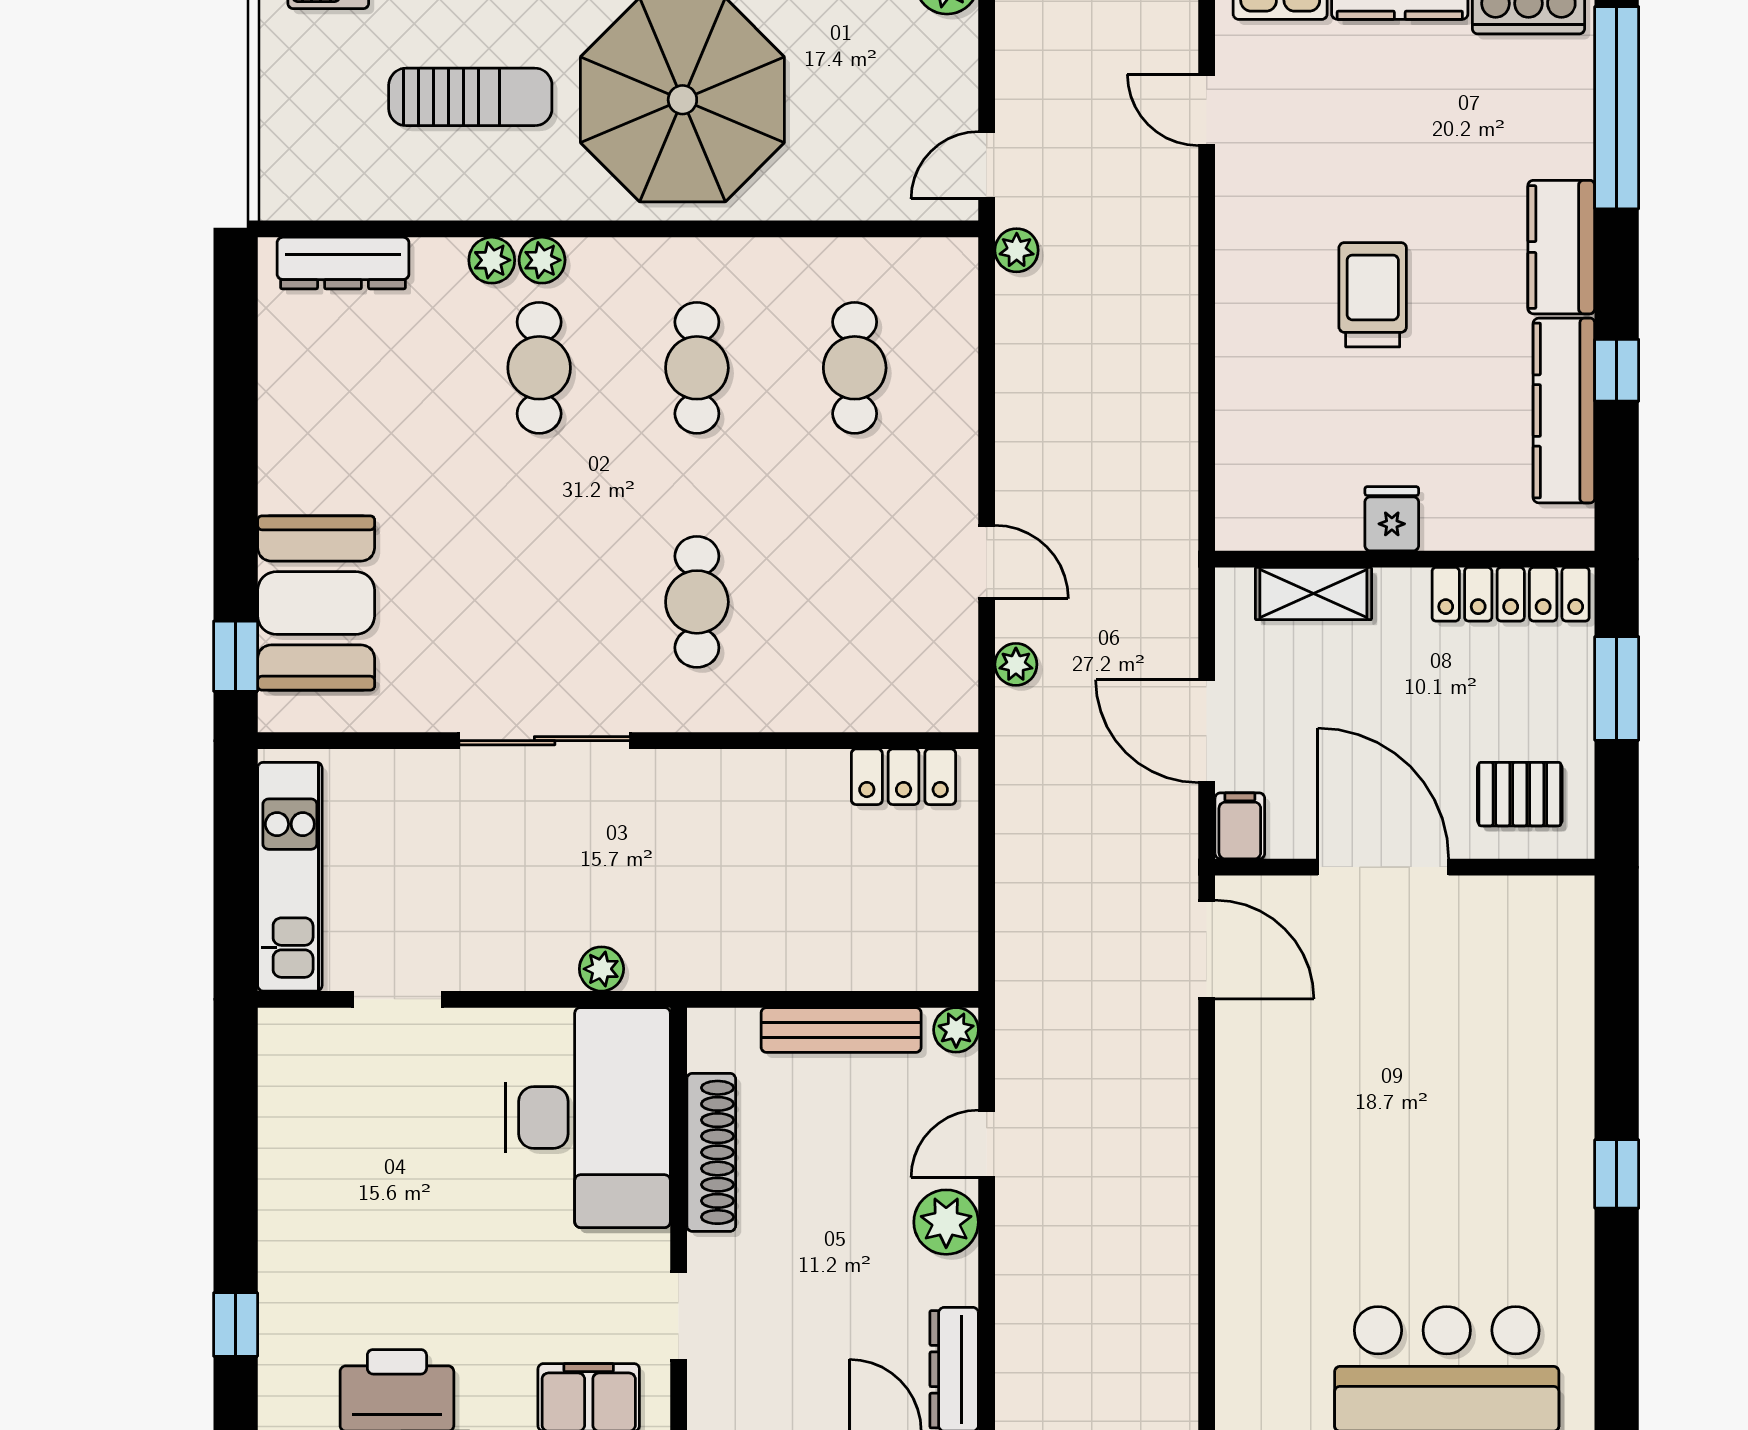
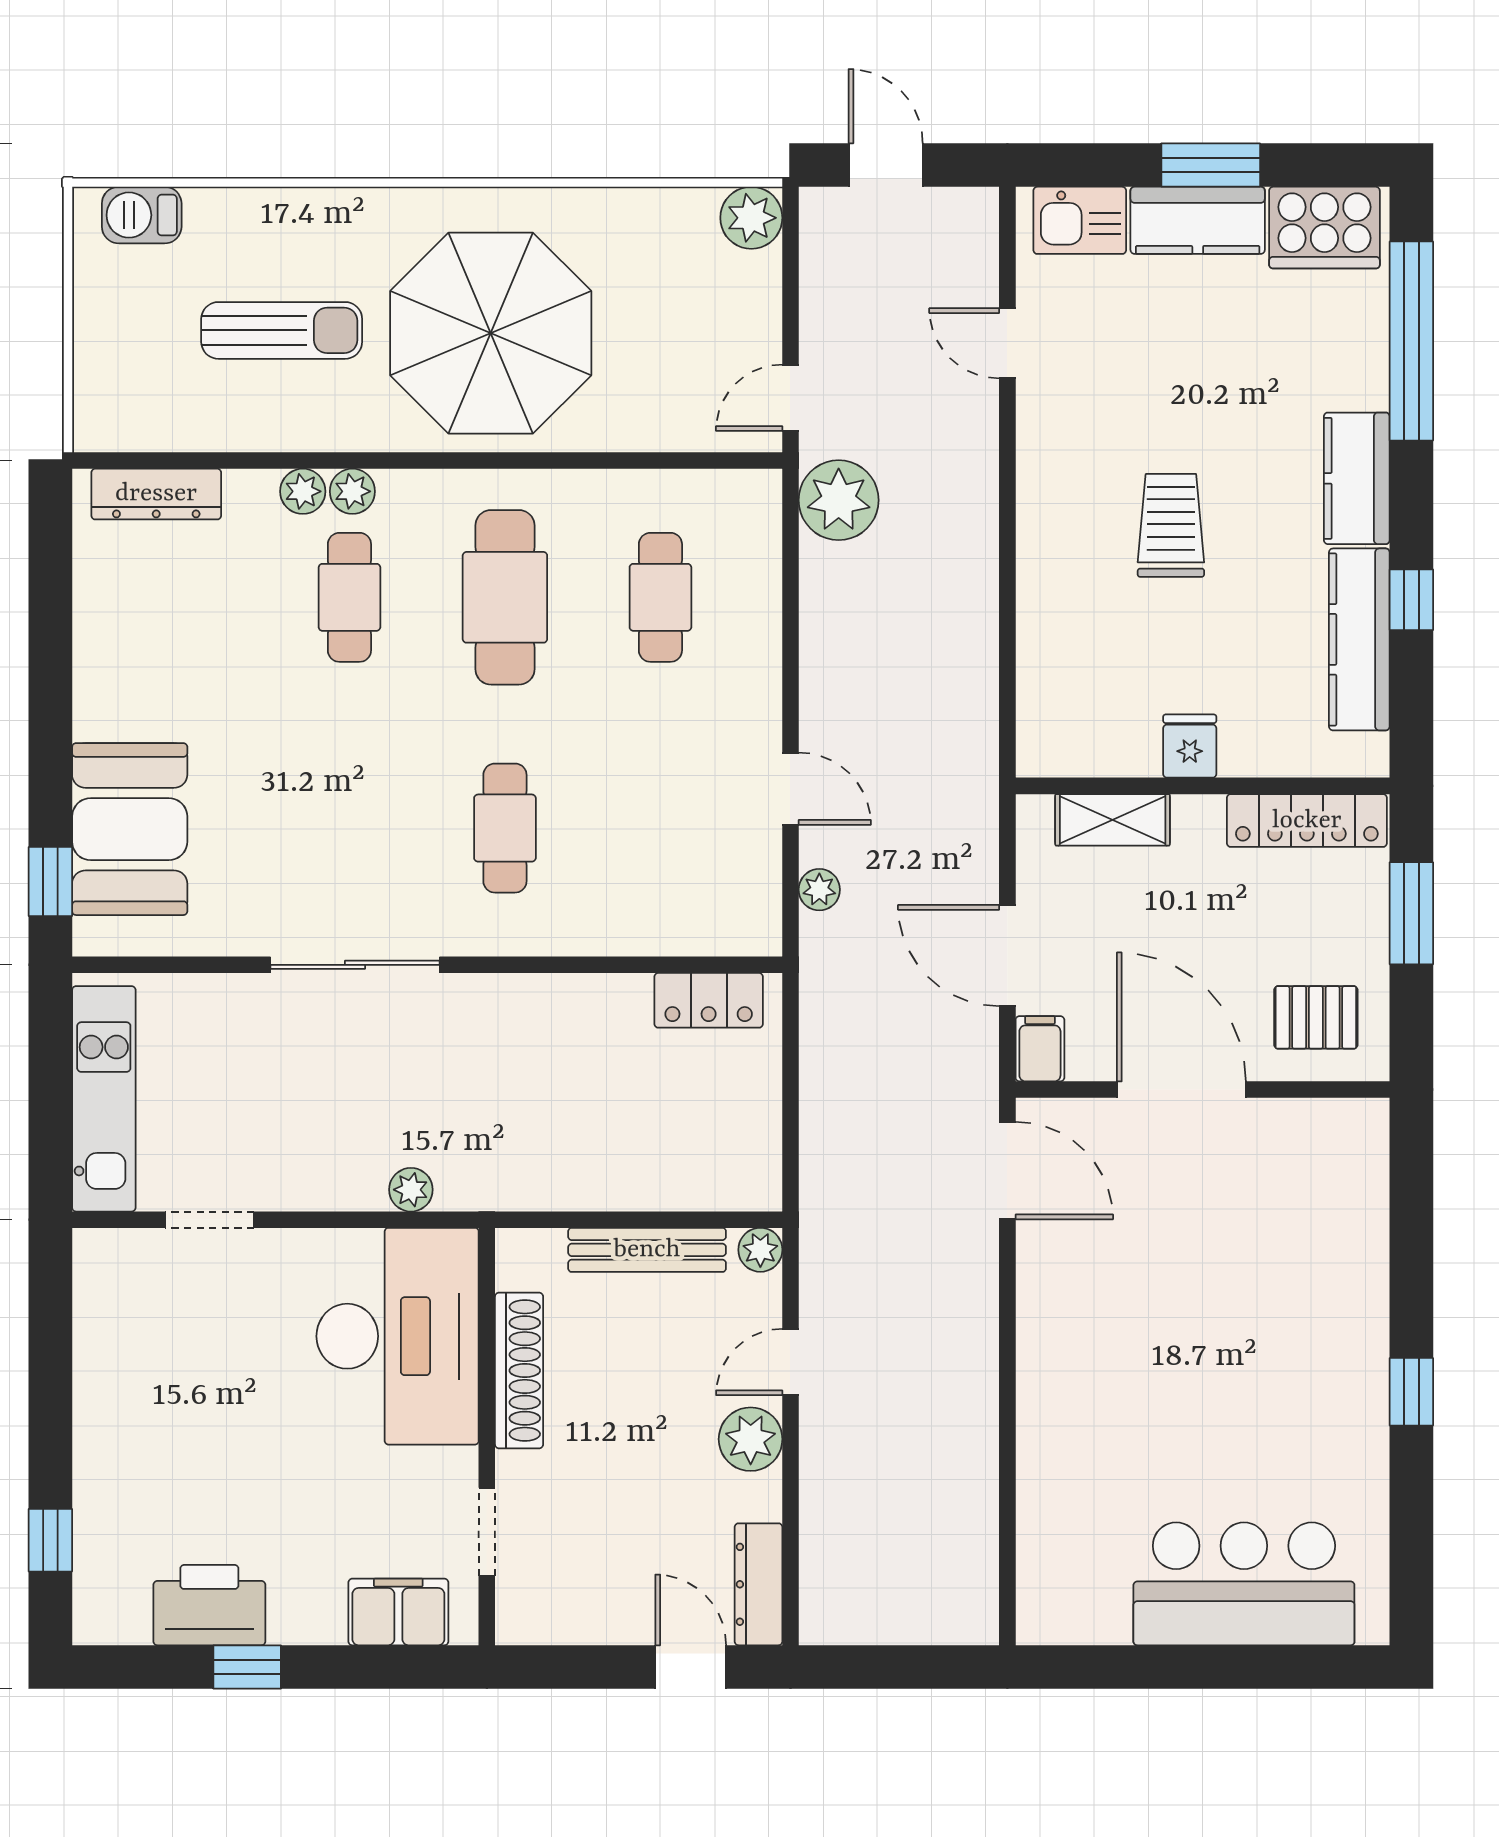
plant: (1017, 250) -> (839, 500), width x1.87, depth x1.87
cafe table: (697, 368) -> (505, 597), width x1.37, depth x1.35

